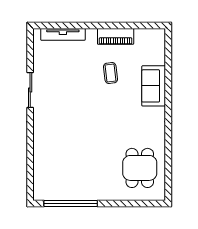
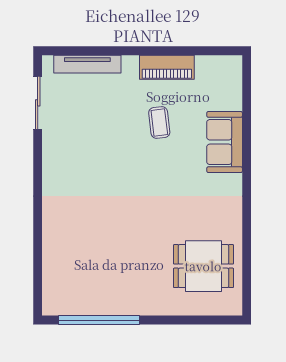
sliding door: (30, 90) -> (38, 103), moved
dining table: (140, 168) -> (203, 266), turned 90

